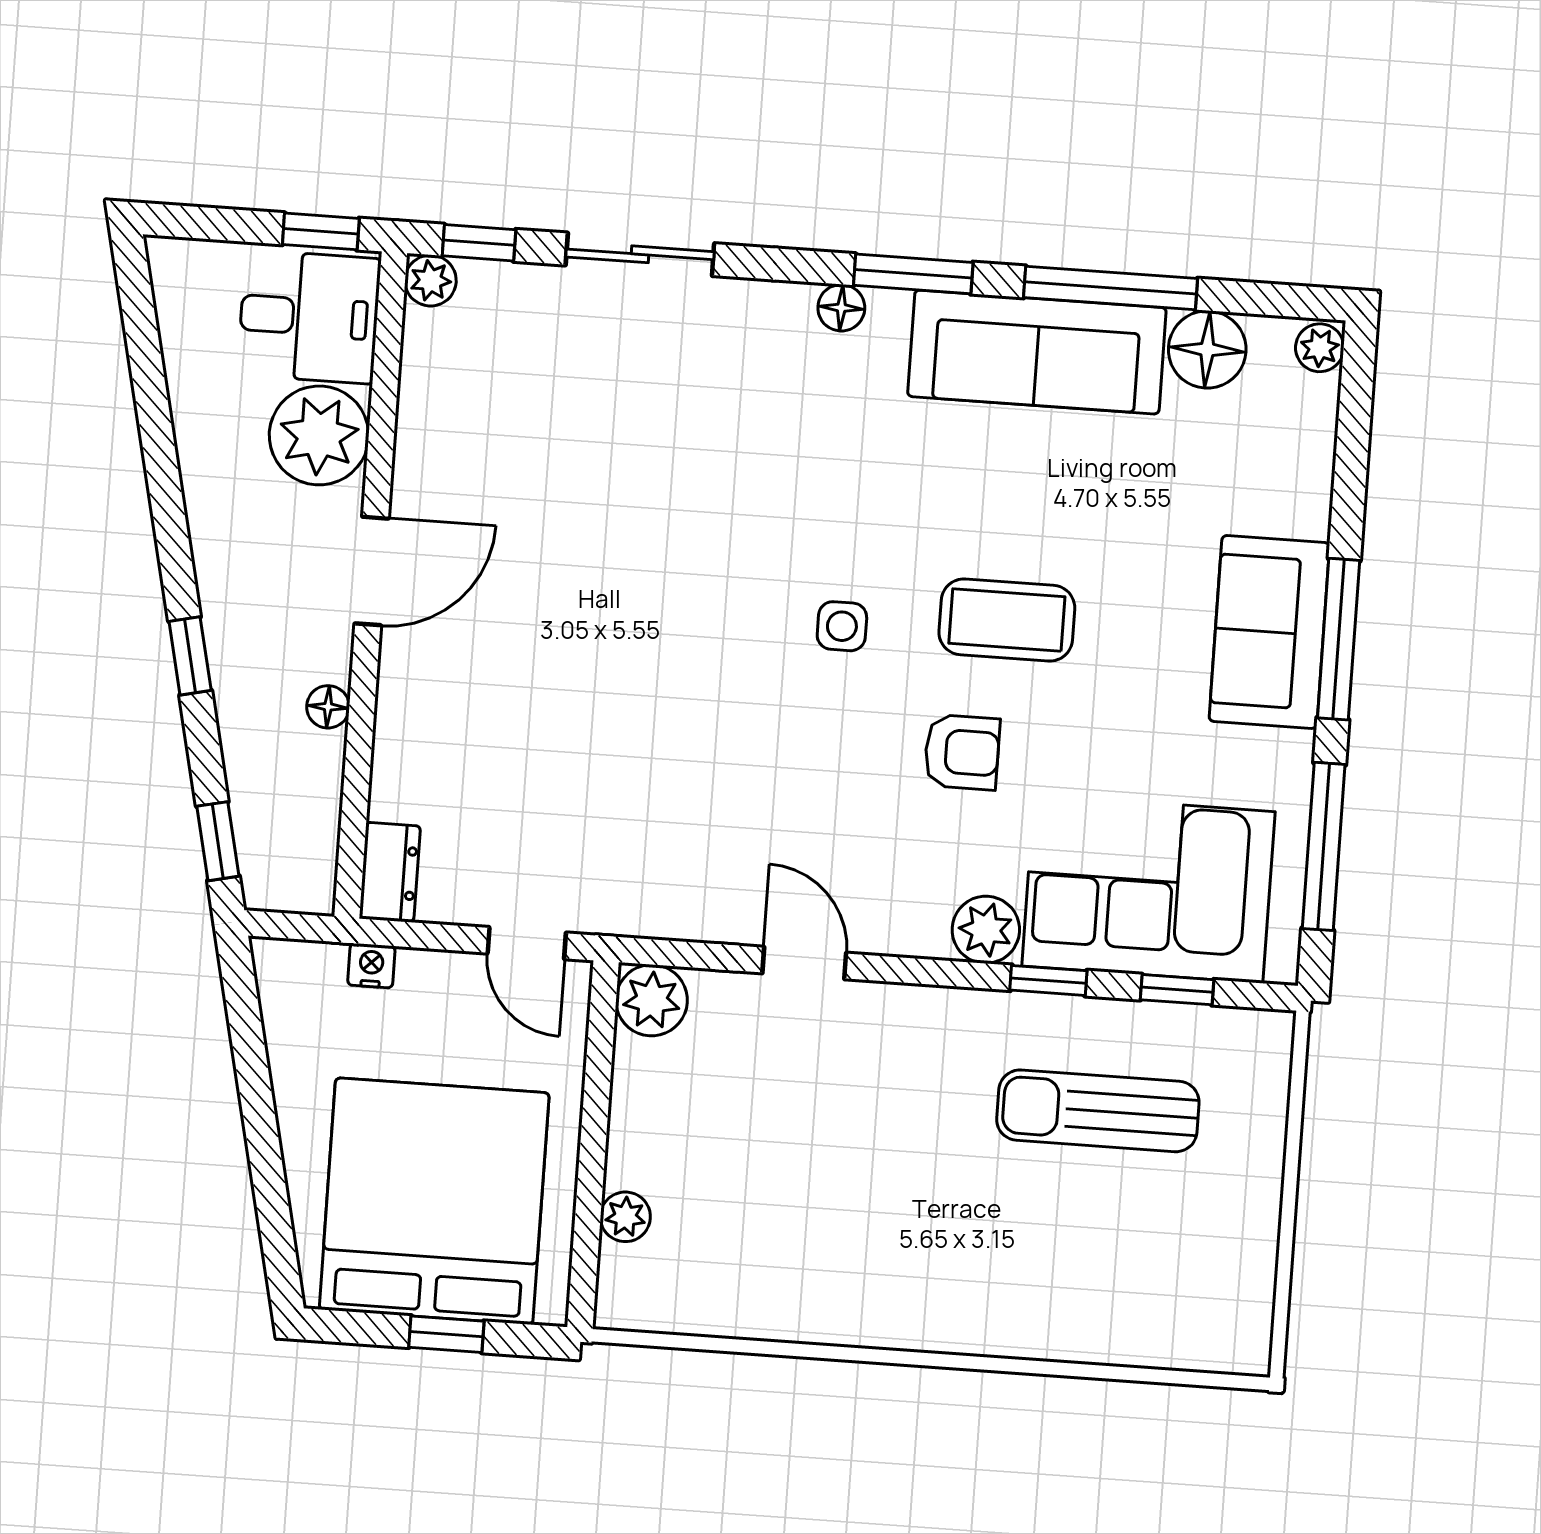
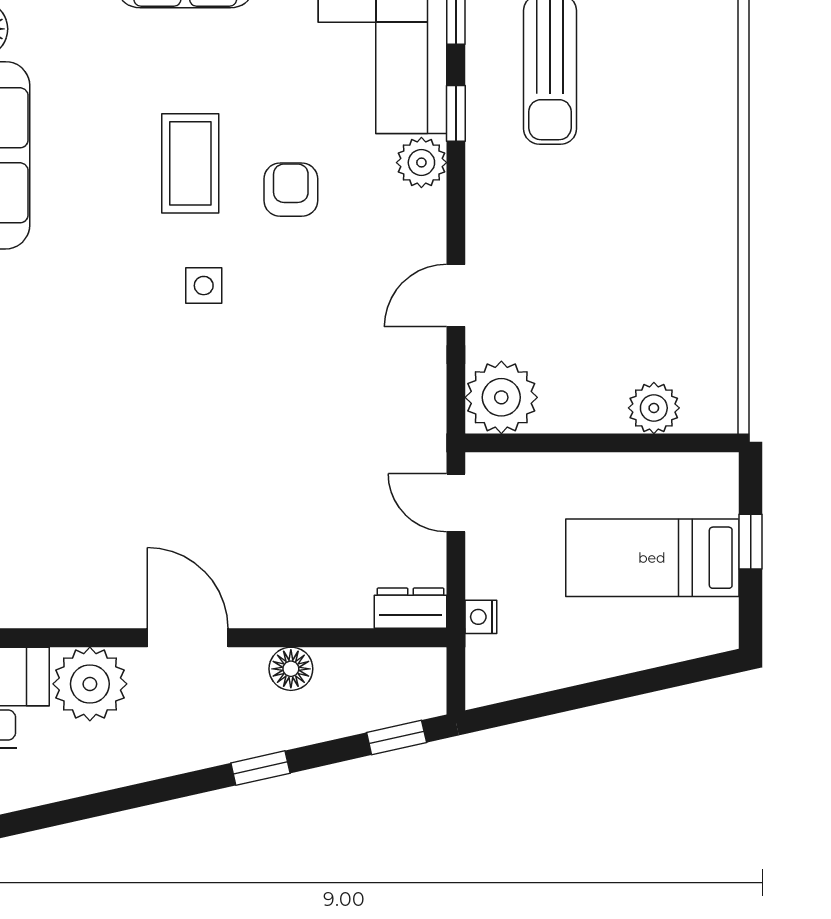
floor lamp: (328, 707) -> (291, 669), width x1.37, depth x1.37
door: (527, 943) -> (456, 503), swing flipped
plant: (652, 1000) -> (501, 397), width x1.36, depth x1.36
bed: (434, 1201) -> (652, 558), width x0.49
plant: (625, 1217) -> (654, 408), width x1.38, depth x1.38

